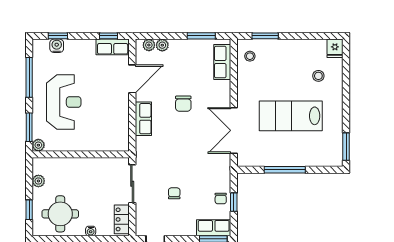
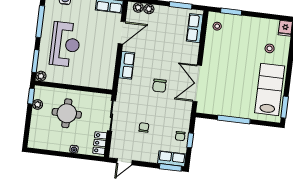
chair: (183, 104) -> (159, 86), moved
lab bench: (291, 116) -> (270, 89), moved, turned 90
window: (29, 210) -> (31, 96), moved
round table: (60, 214) -> (67, 113), moved

